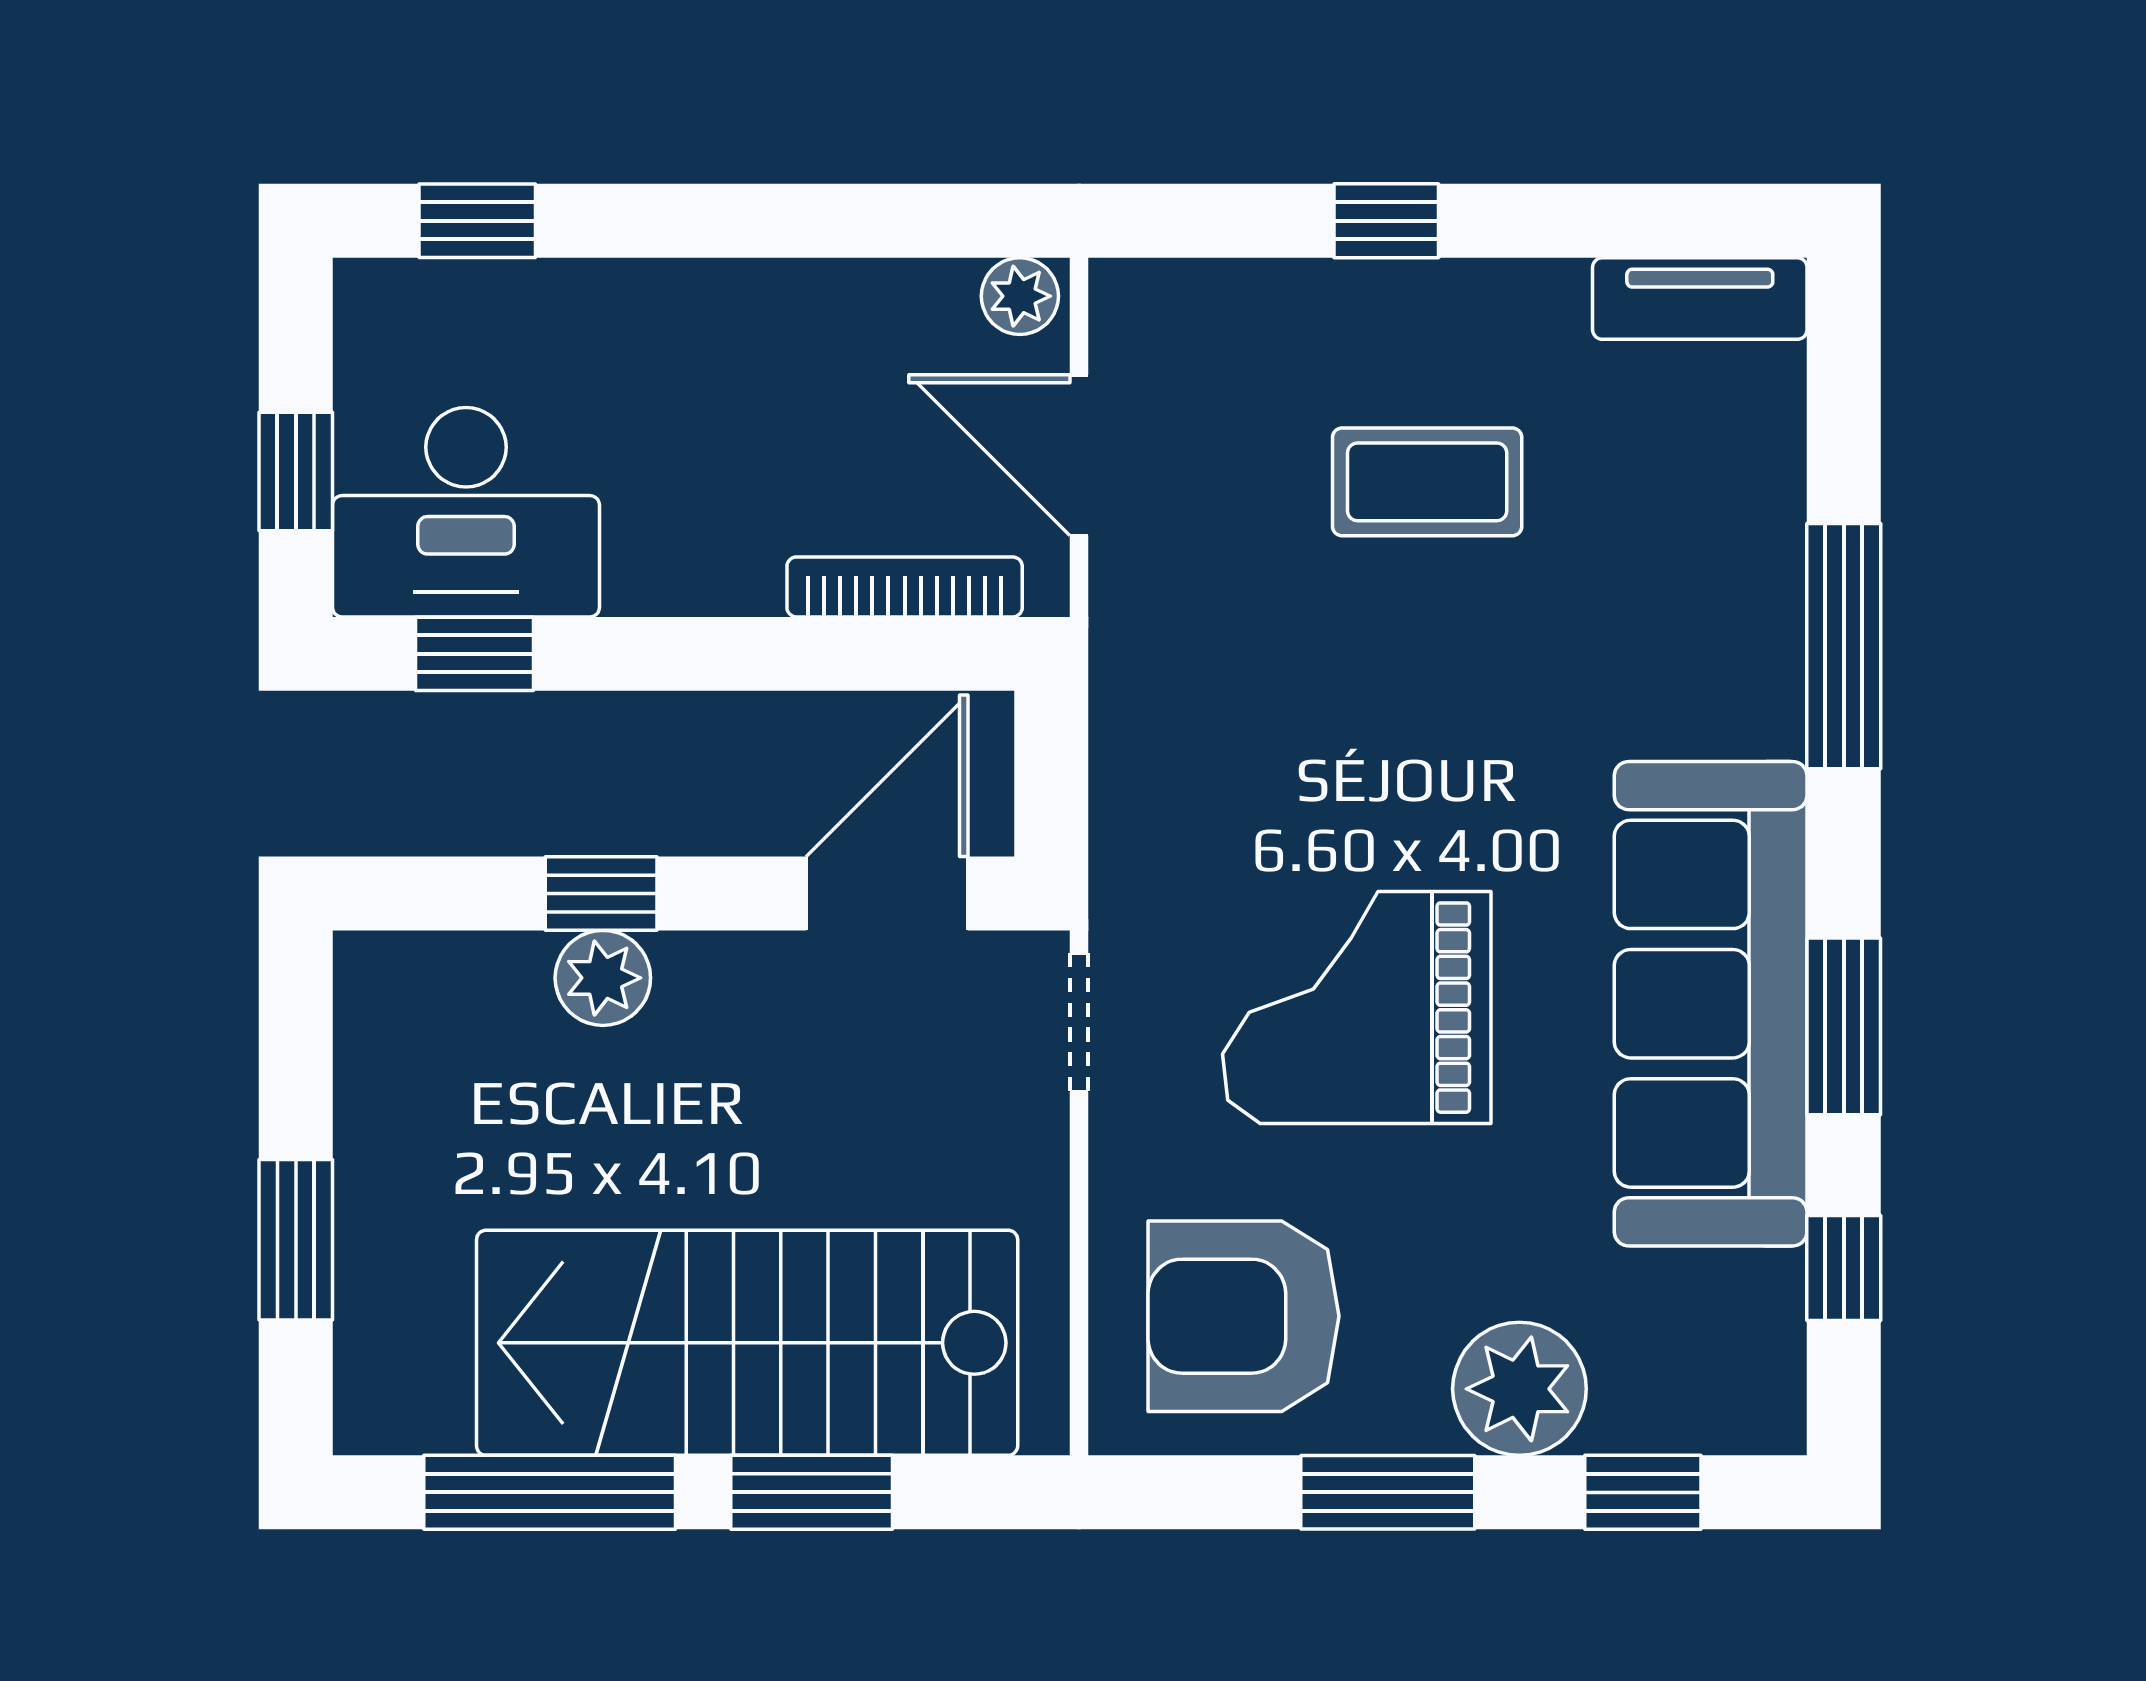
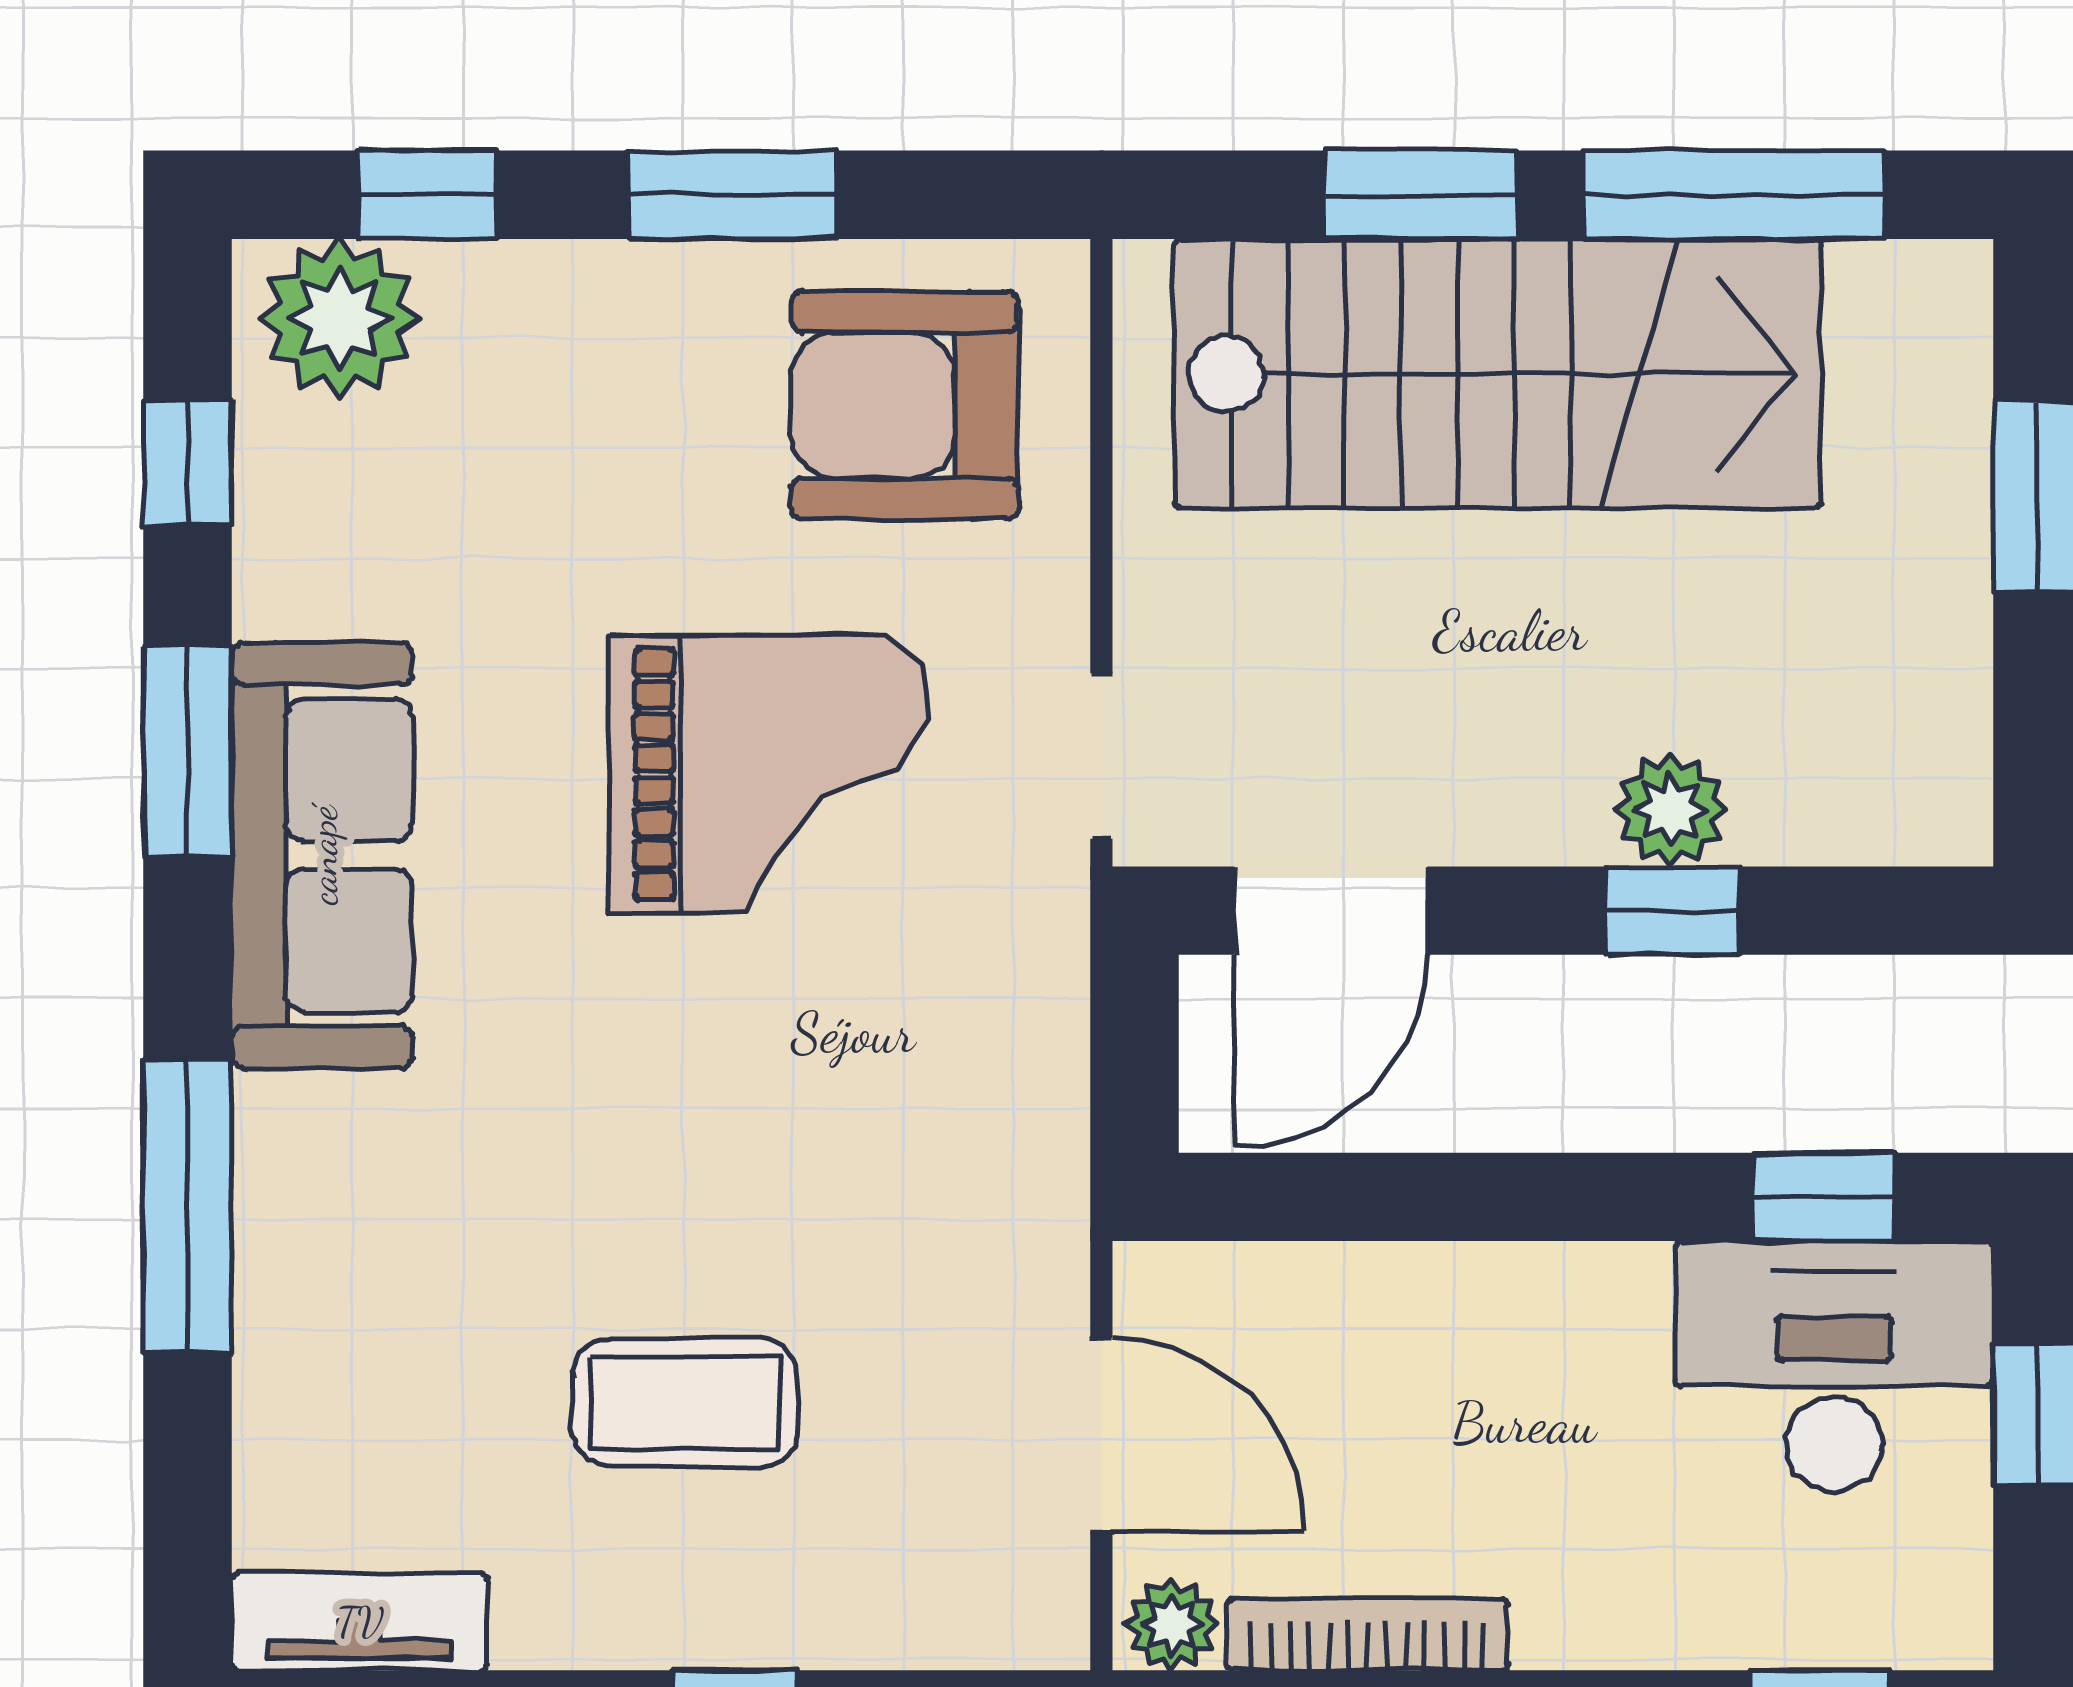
bookcase: (905, 587) -> (1367, 1634), moved, turned 180
sofa: (1711, 1004) -> (322, 855), width x0.74, depth x0.79
armchair: (1244, 1316) -> (905, 405), turned 180
plant: (1519, 1389) -> (340, 319), moved

